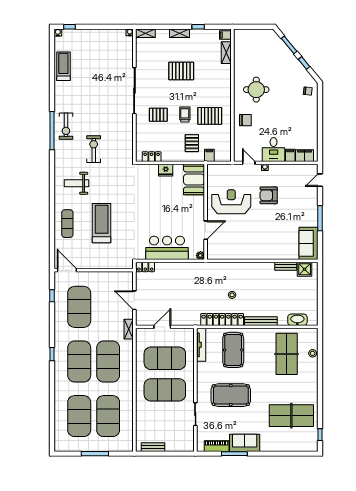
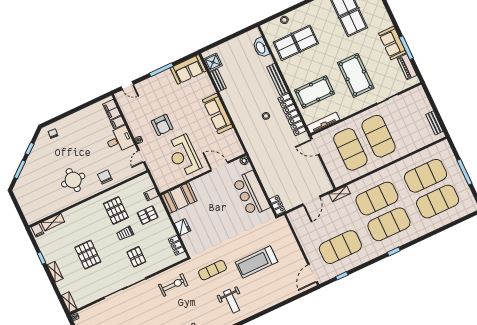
exercise bike: (94, 149) -> (173, 285), moved, turned 180
exercise mat: (67, 224) -> (213, 270), moved
sofa: (255, 251) -> (218, 114), added
door: (162, 327) -> (315, 147), moved

